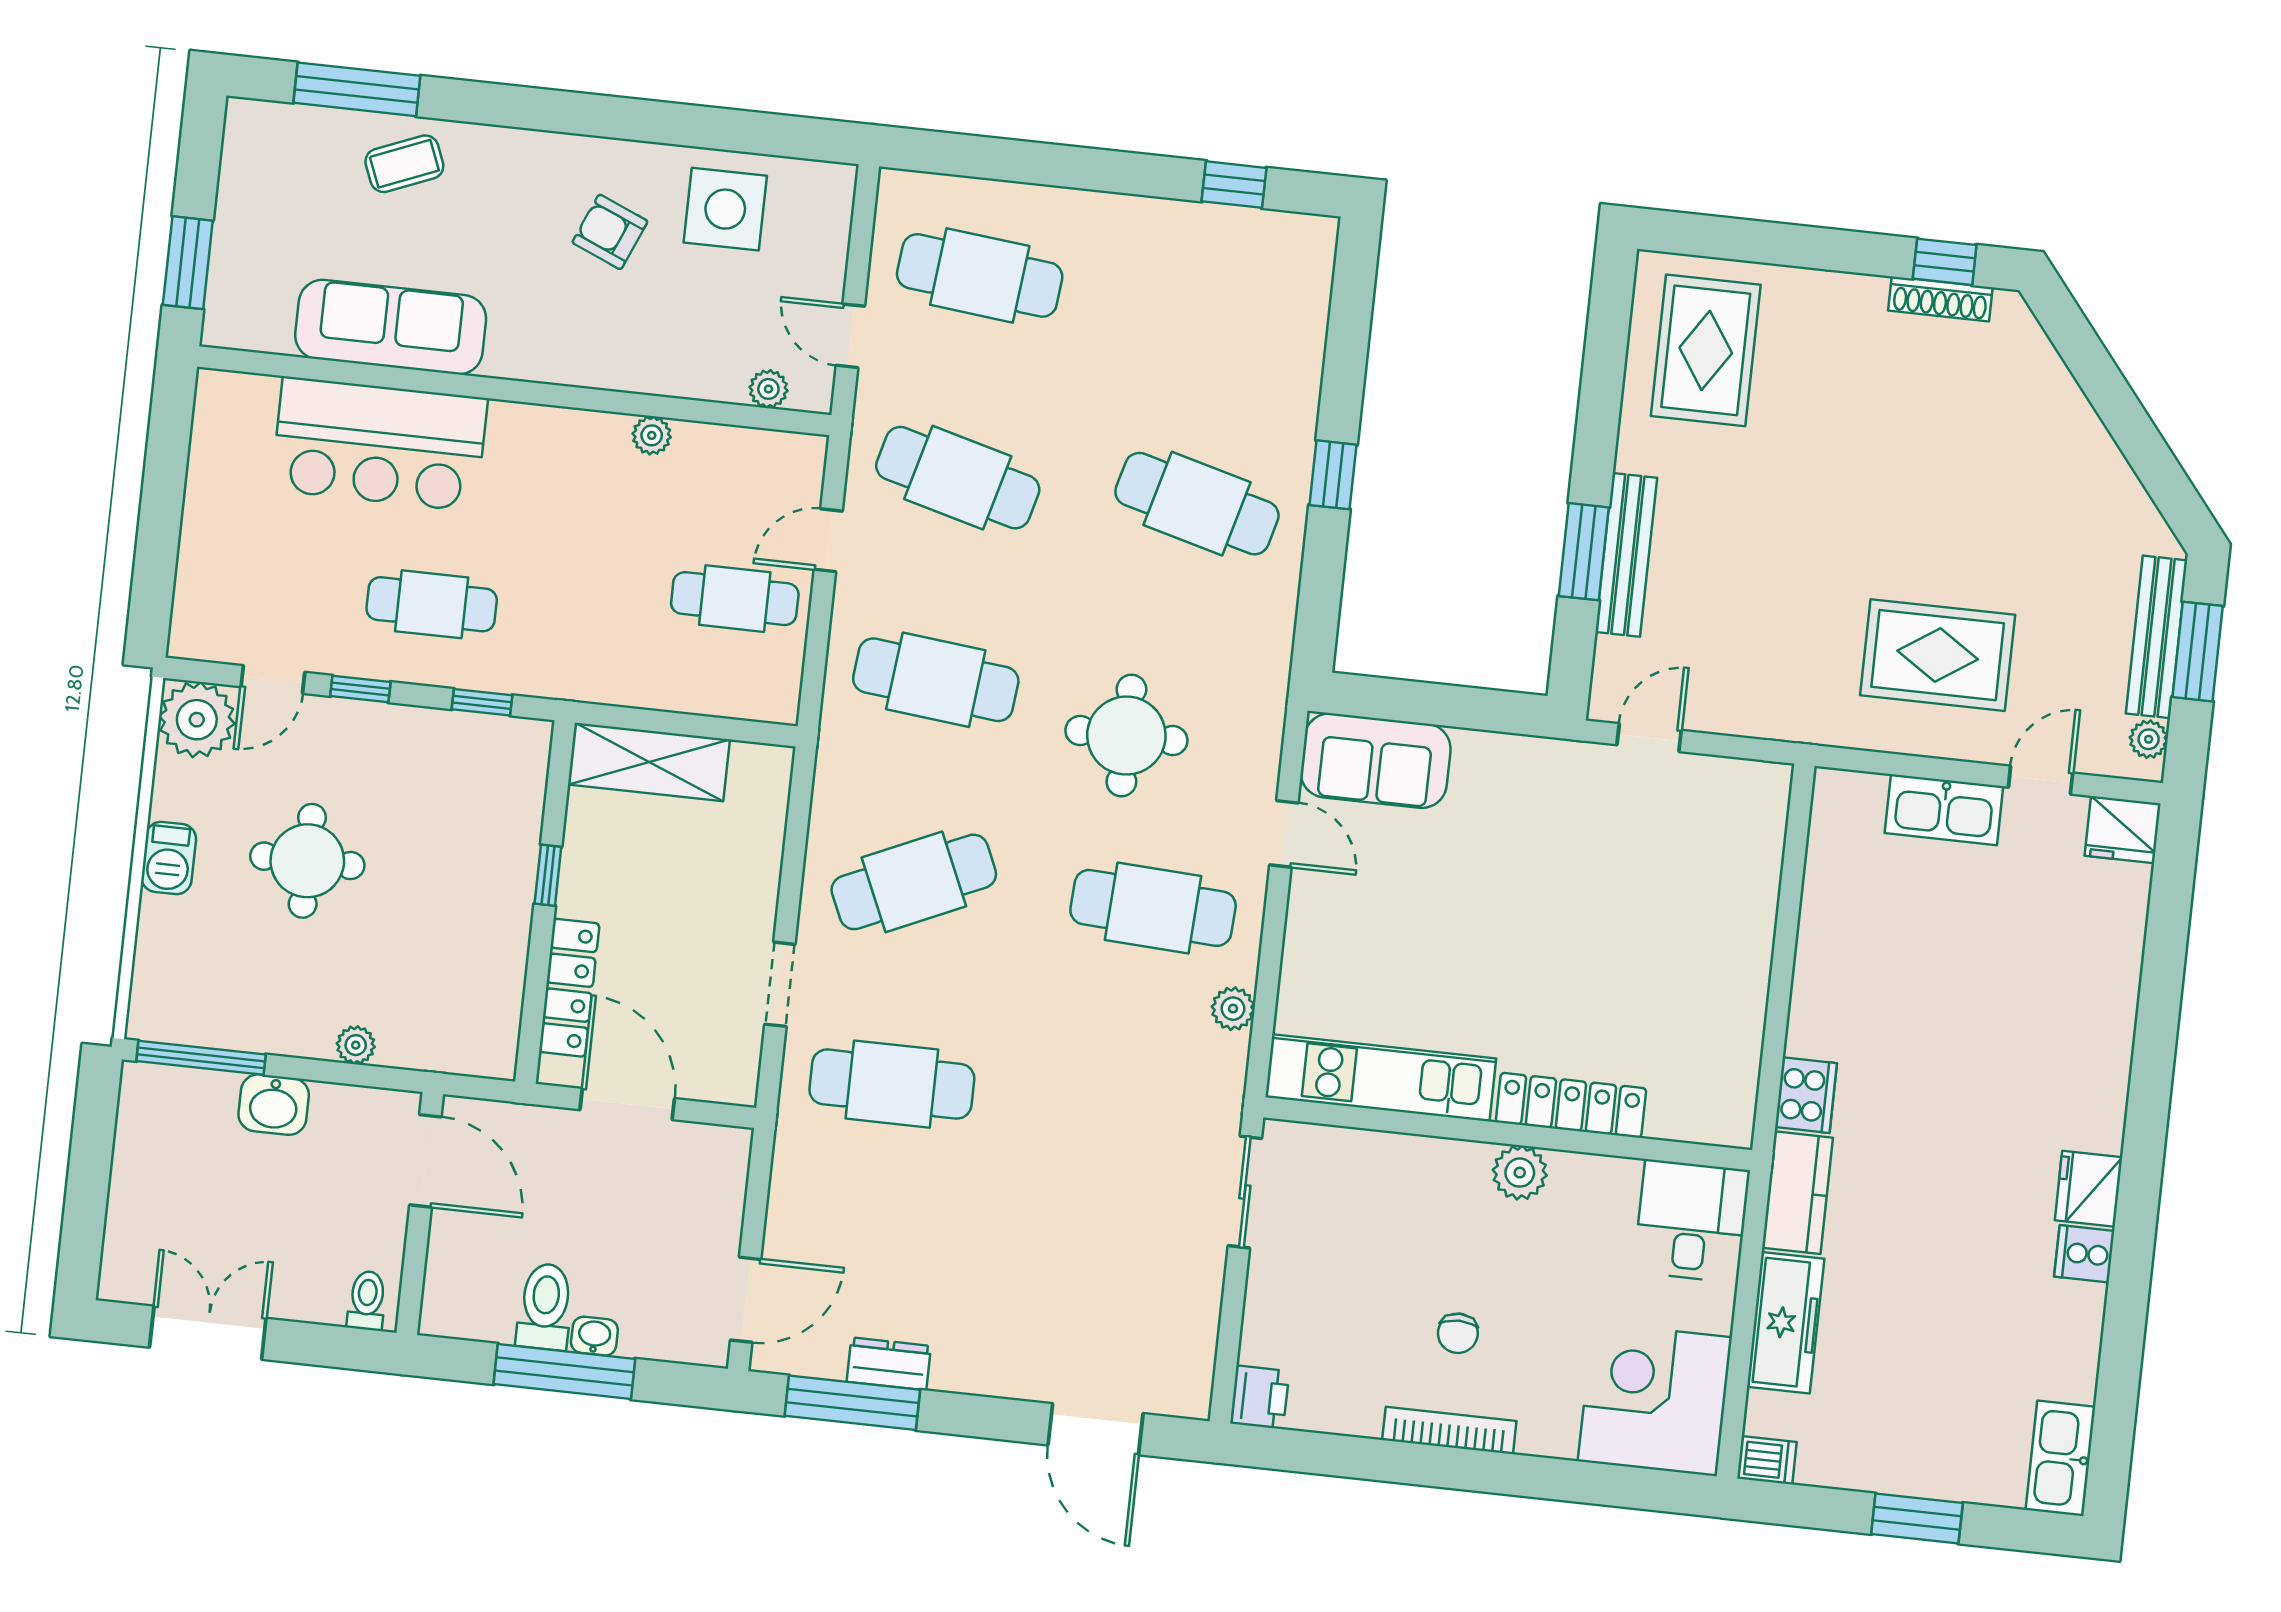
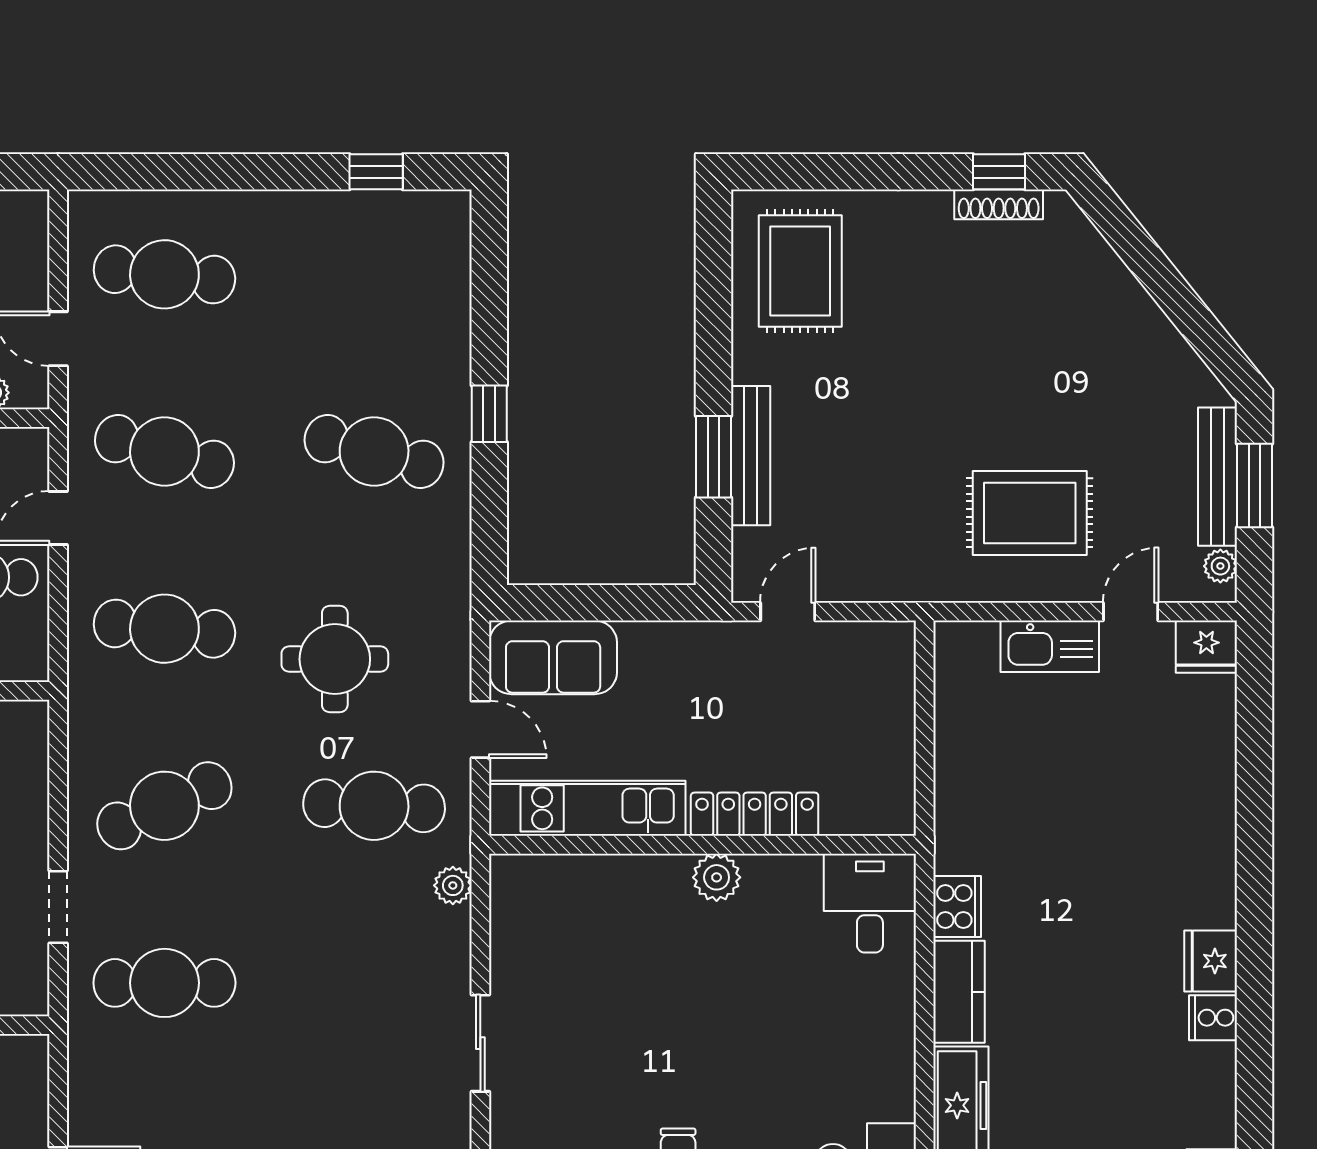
kitchen unit: (1381, 1078) -> (587, 808), moved
locker: (1571, 1105) -> (755, 814), moved
wall: (1508, 1134) -> (703, 845), moved
plant: (1520, 1173) -> (717, 877), moved
desk: (1692, 1221) -> (870, 903), moved

